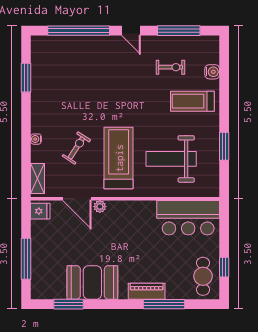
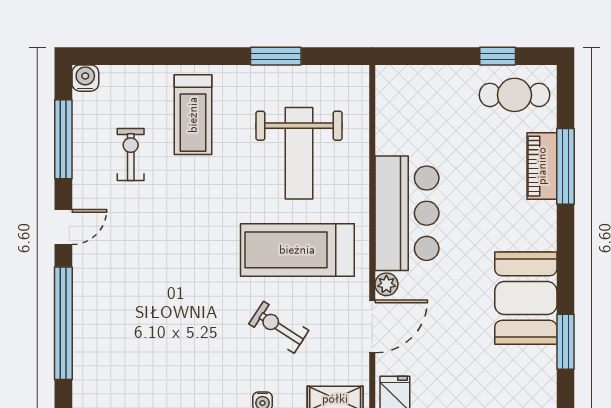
water cooler: (212, 72) -> (85, 78), moved
bar counter: (188, 218) -> (407, 213), moved
piano: (147, 291) -> (542, 166), moved

